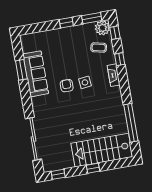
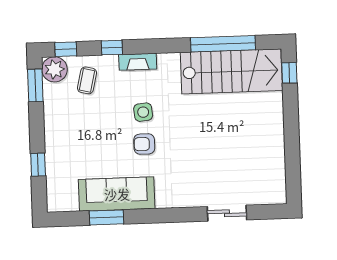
window: (66, 23) -> (38, 165), moved
sliding door: (33, 139) -> (227, 213), width x0.54
stairs: (102, 150) -> (231, 71), moved, turned -90
window: (93, 168) -> (289, 73), moved
window: (58, 174) -> (293, 180), removed

